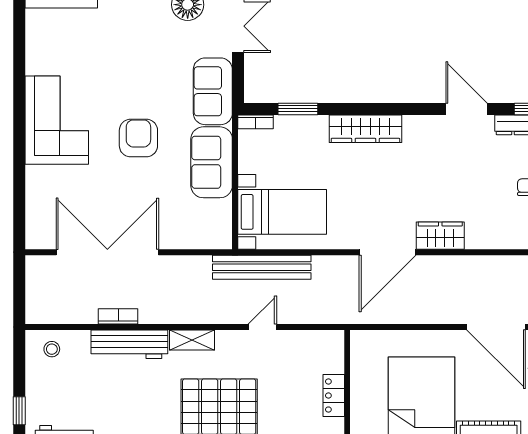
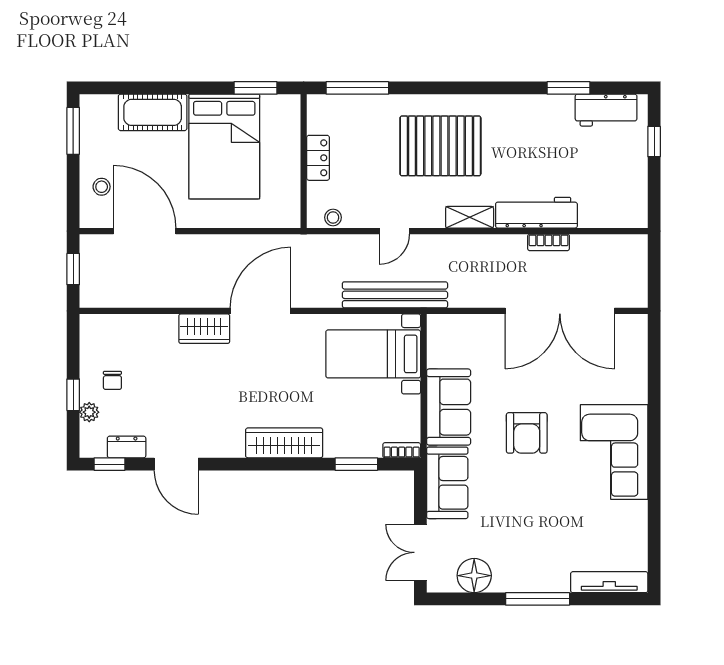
stool: (52, 349) -> (333, 217), moved

